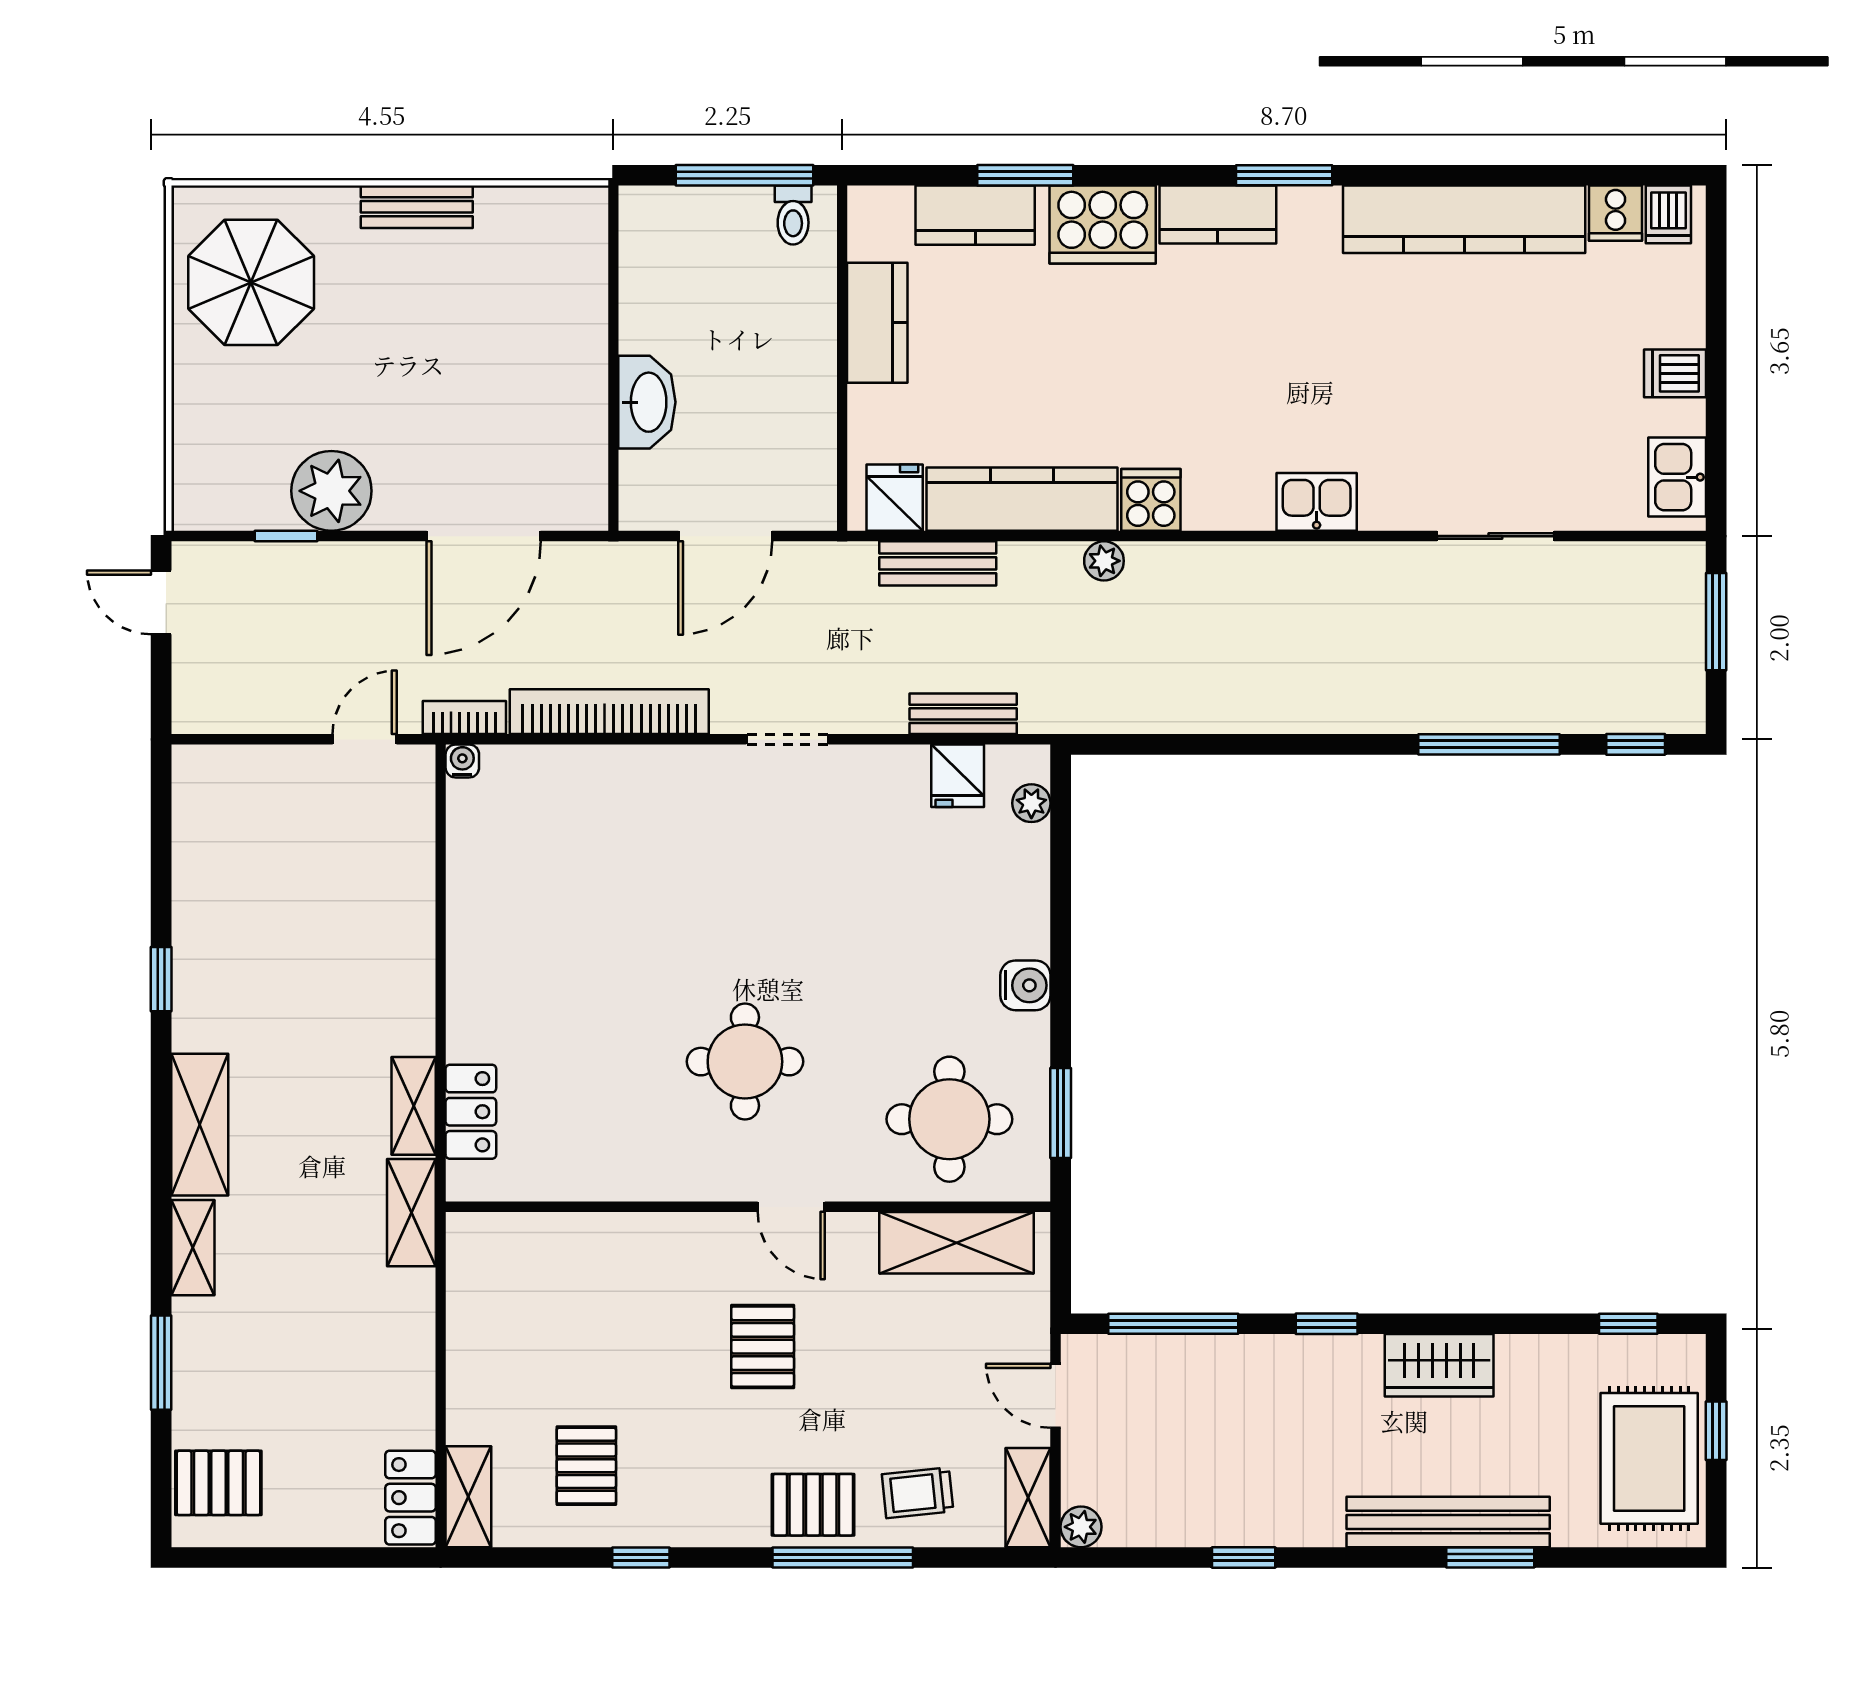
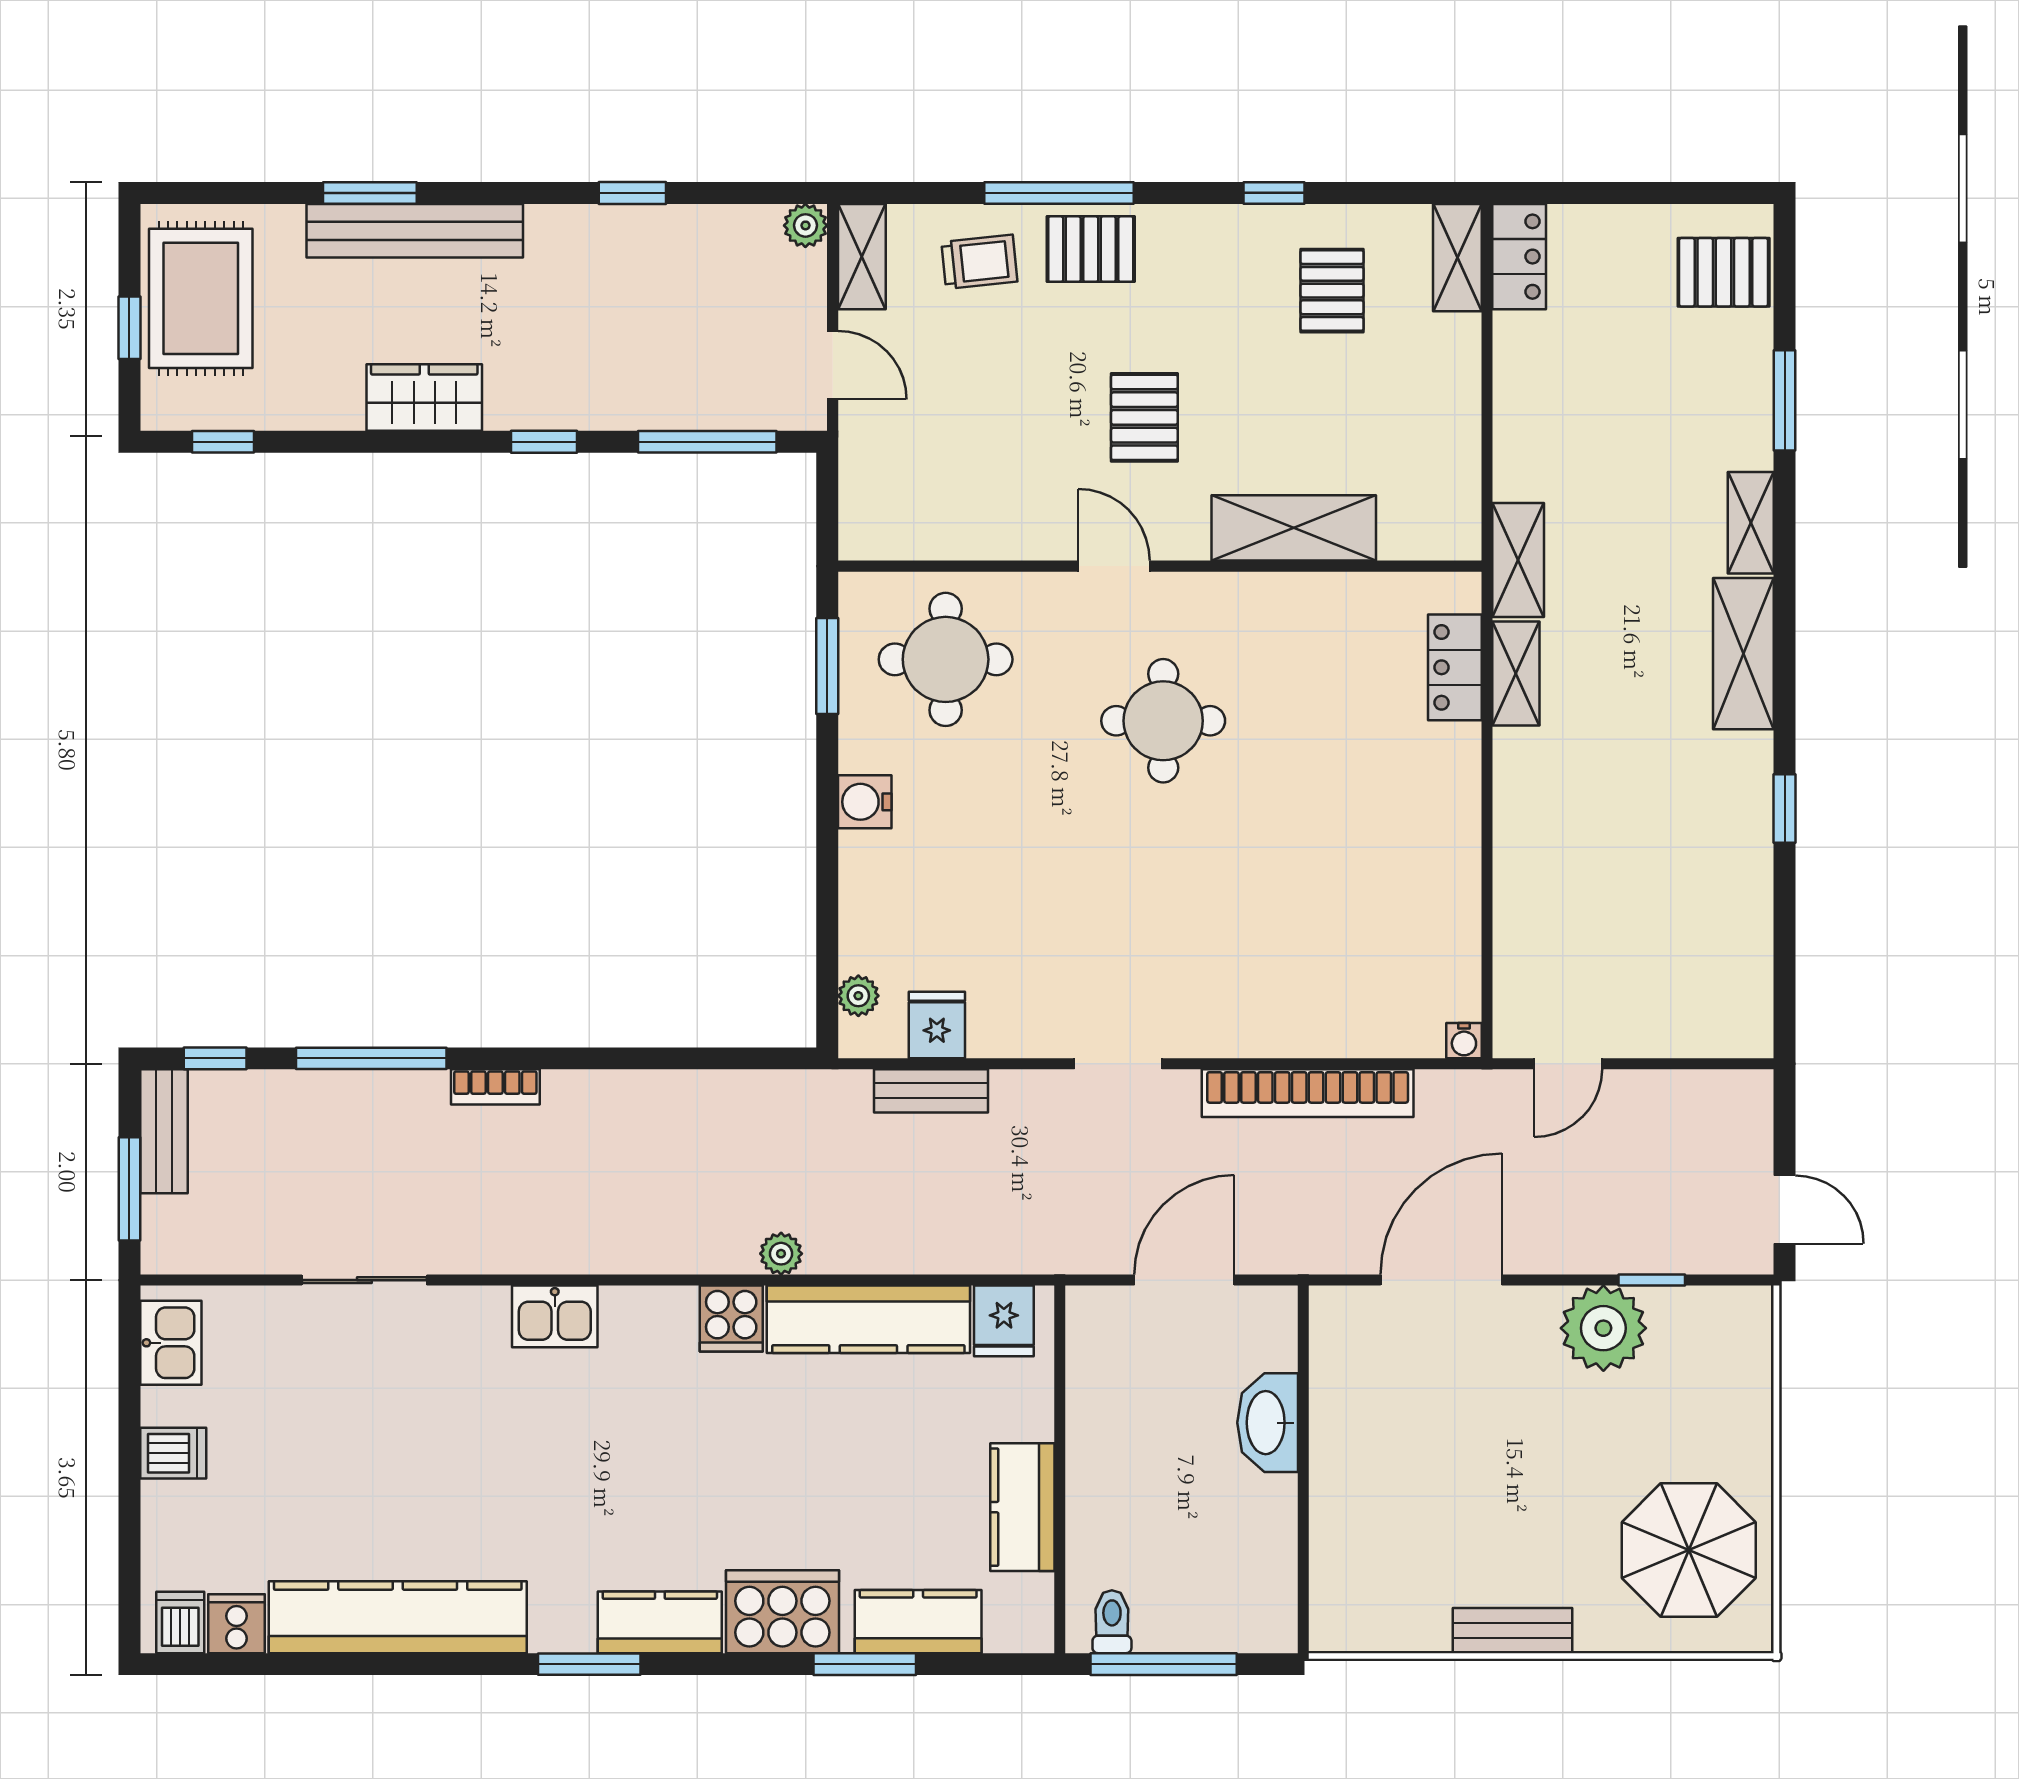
bench: (938, 563) -> (164, 1131), moved, turned 90
bookcase: (464, 718) -> (495, 1087), moved
shelving: (957, 1243) -> (1294, 528), moved

